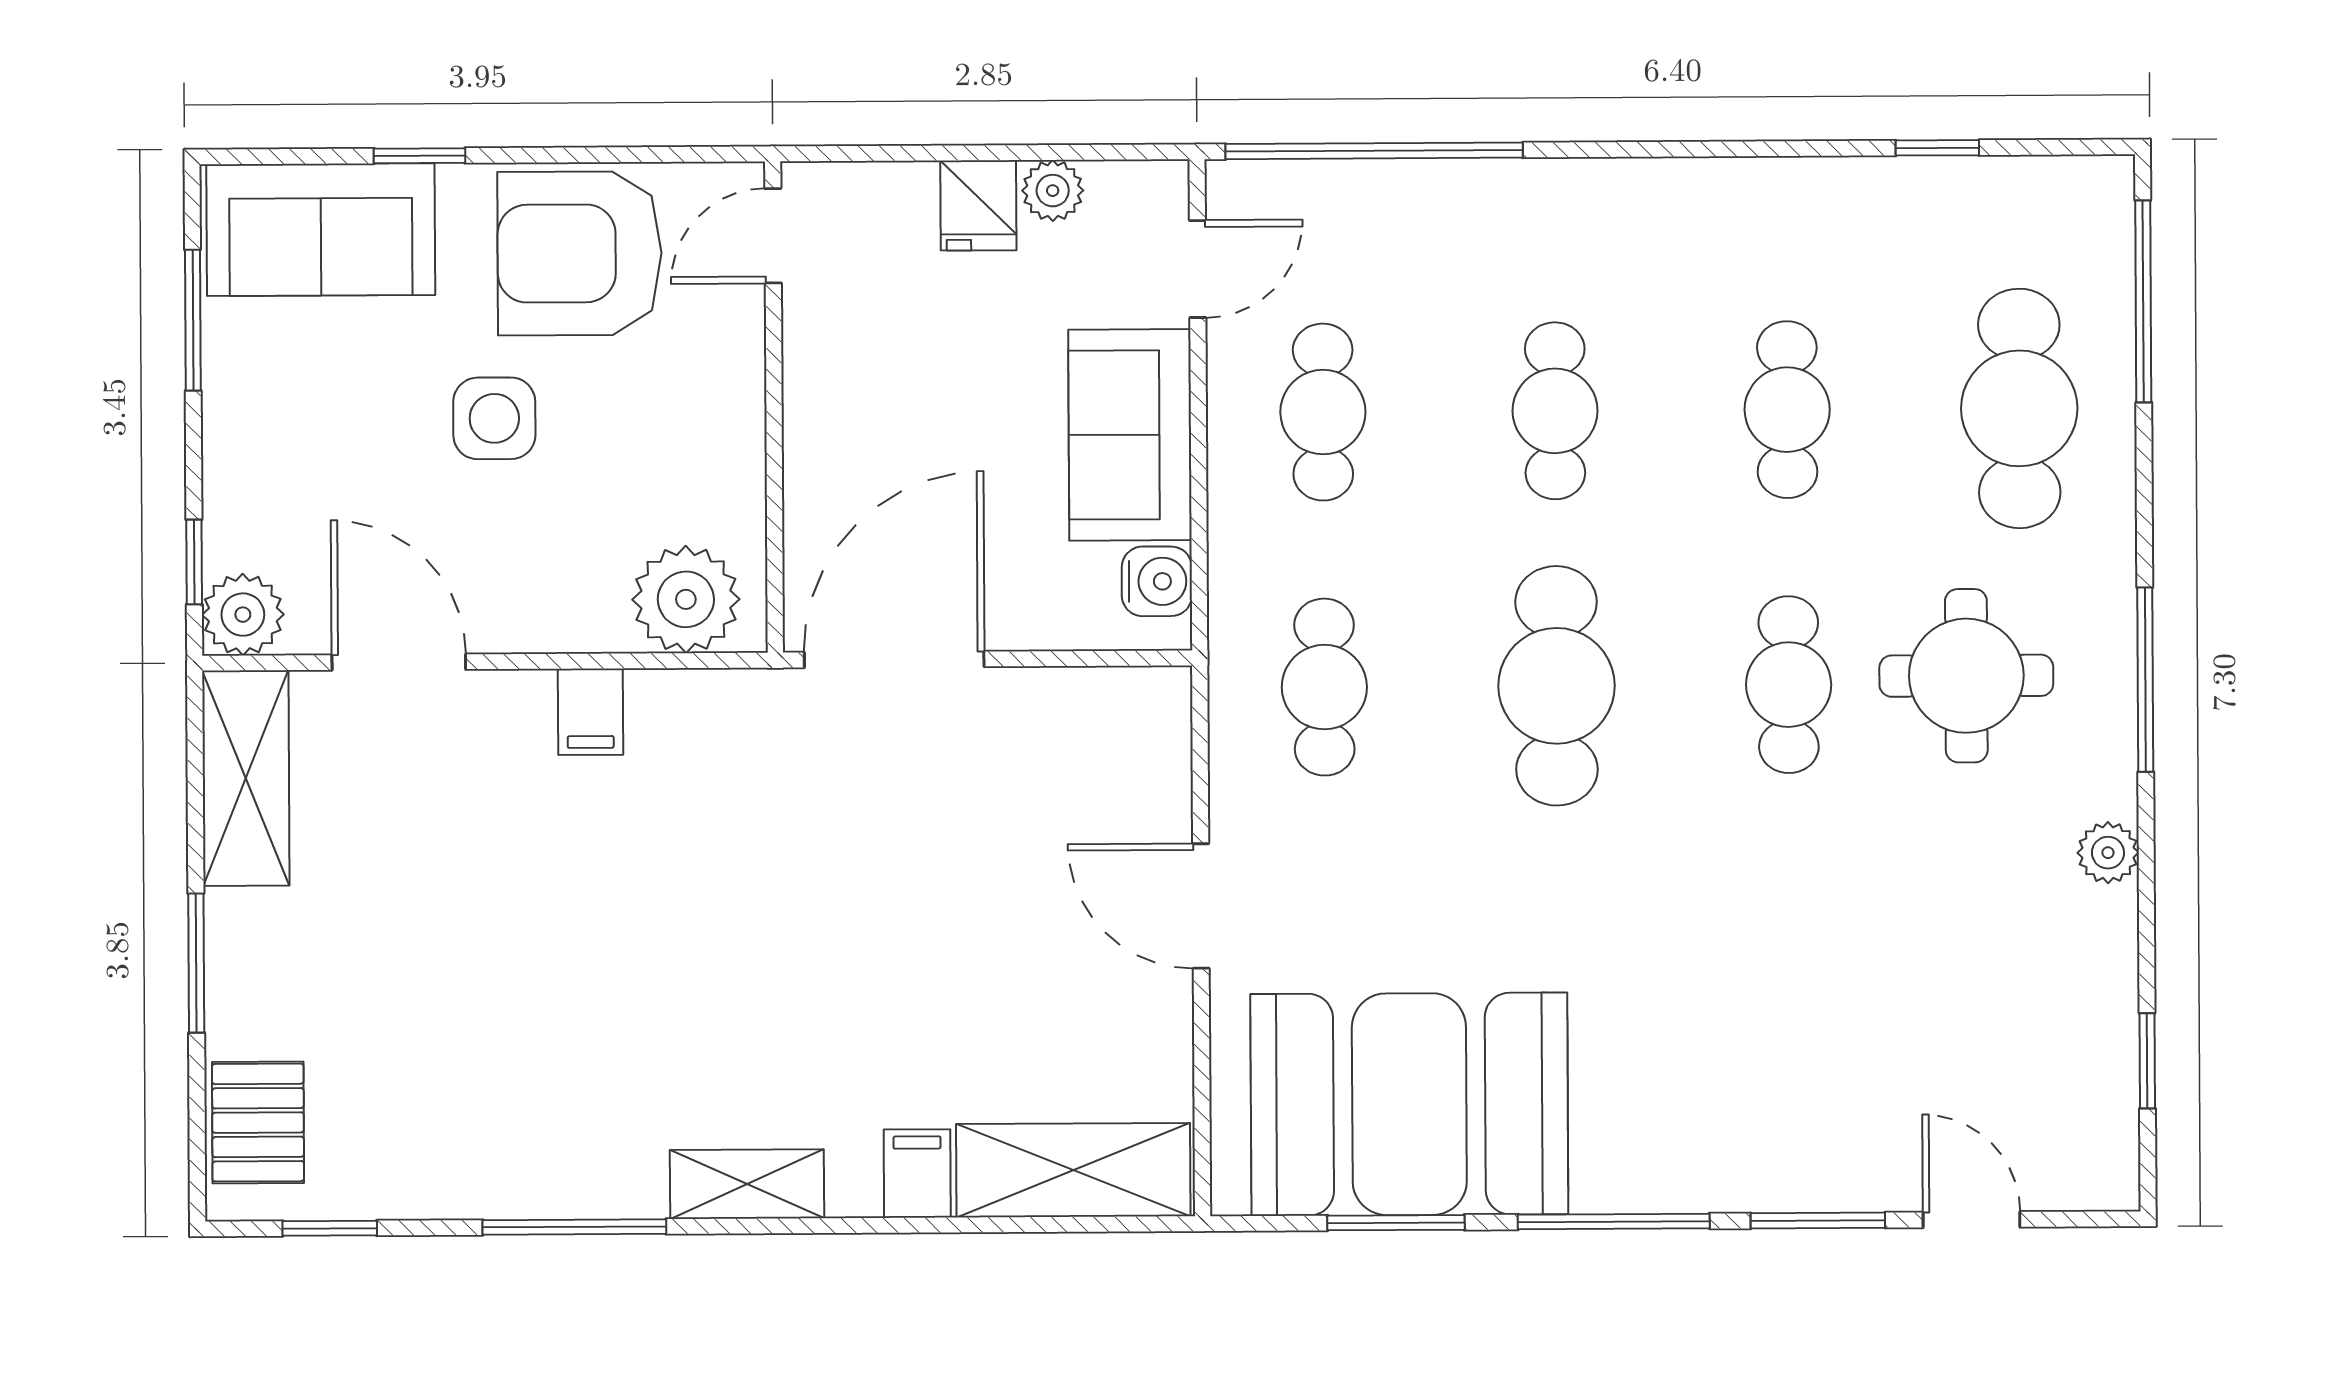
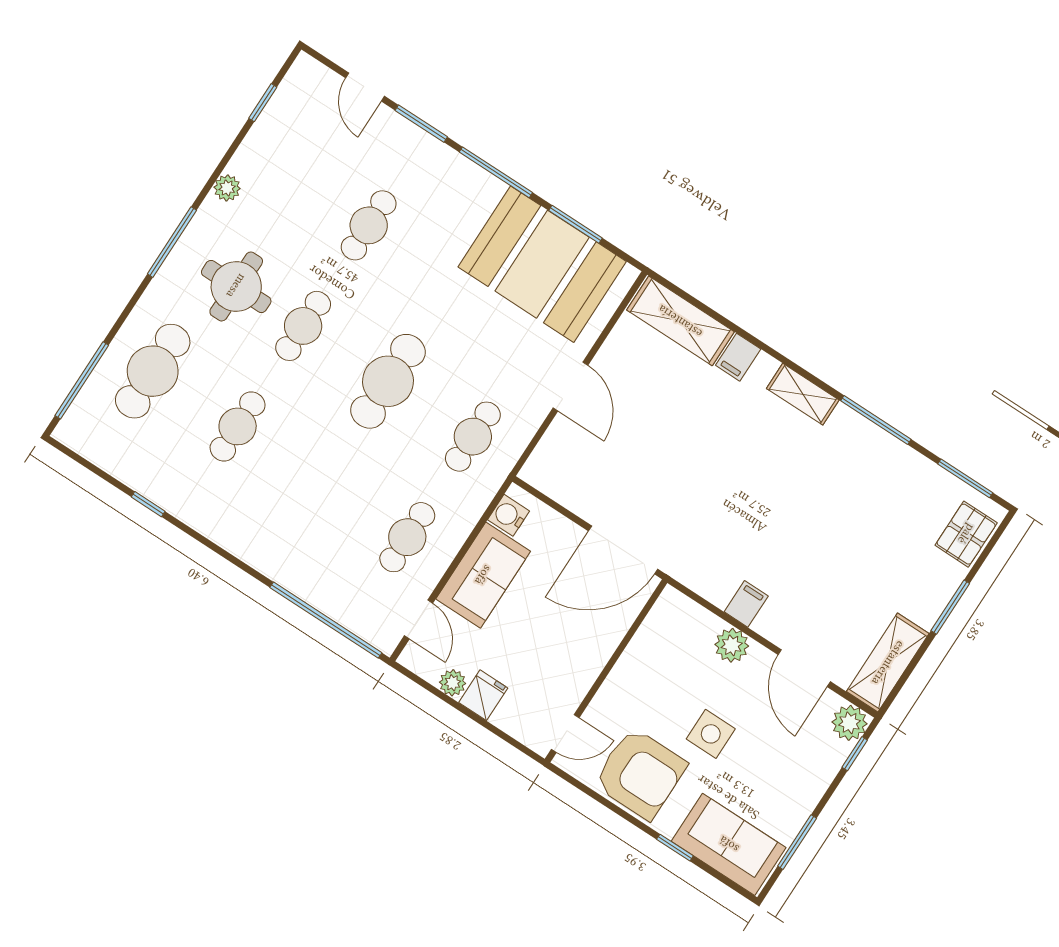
window: (1937, 148) -> (148, 504), moved
door: (1198, 269) -> (419, 619), swing flipped
cafe table: (1555, 411) -> (369, 225), moved
plant: (686, 599) -> (732, 645), moved, width x0.73, depth x0.73
window: (330, 1228) -> (965, 478), width x1.50

